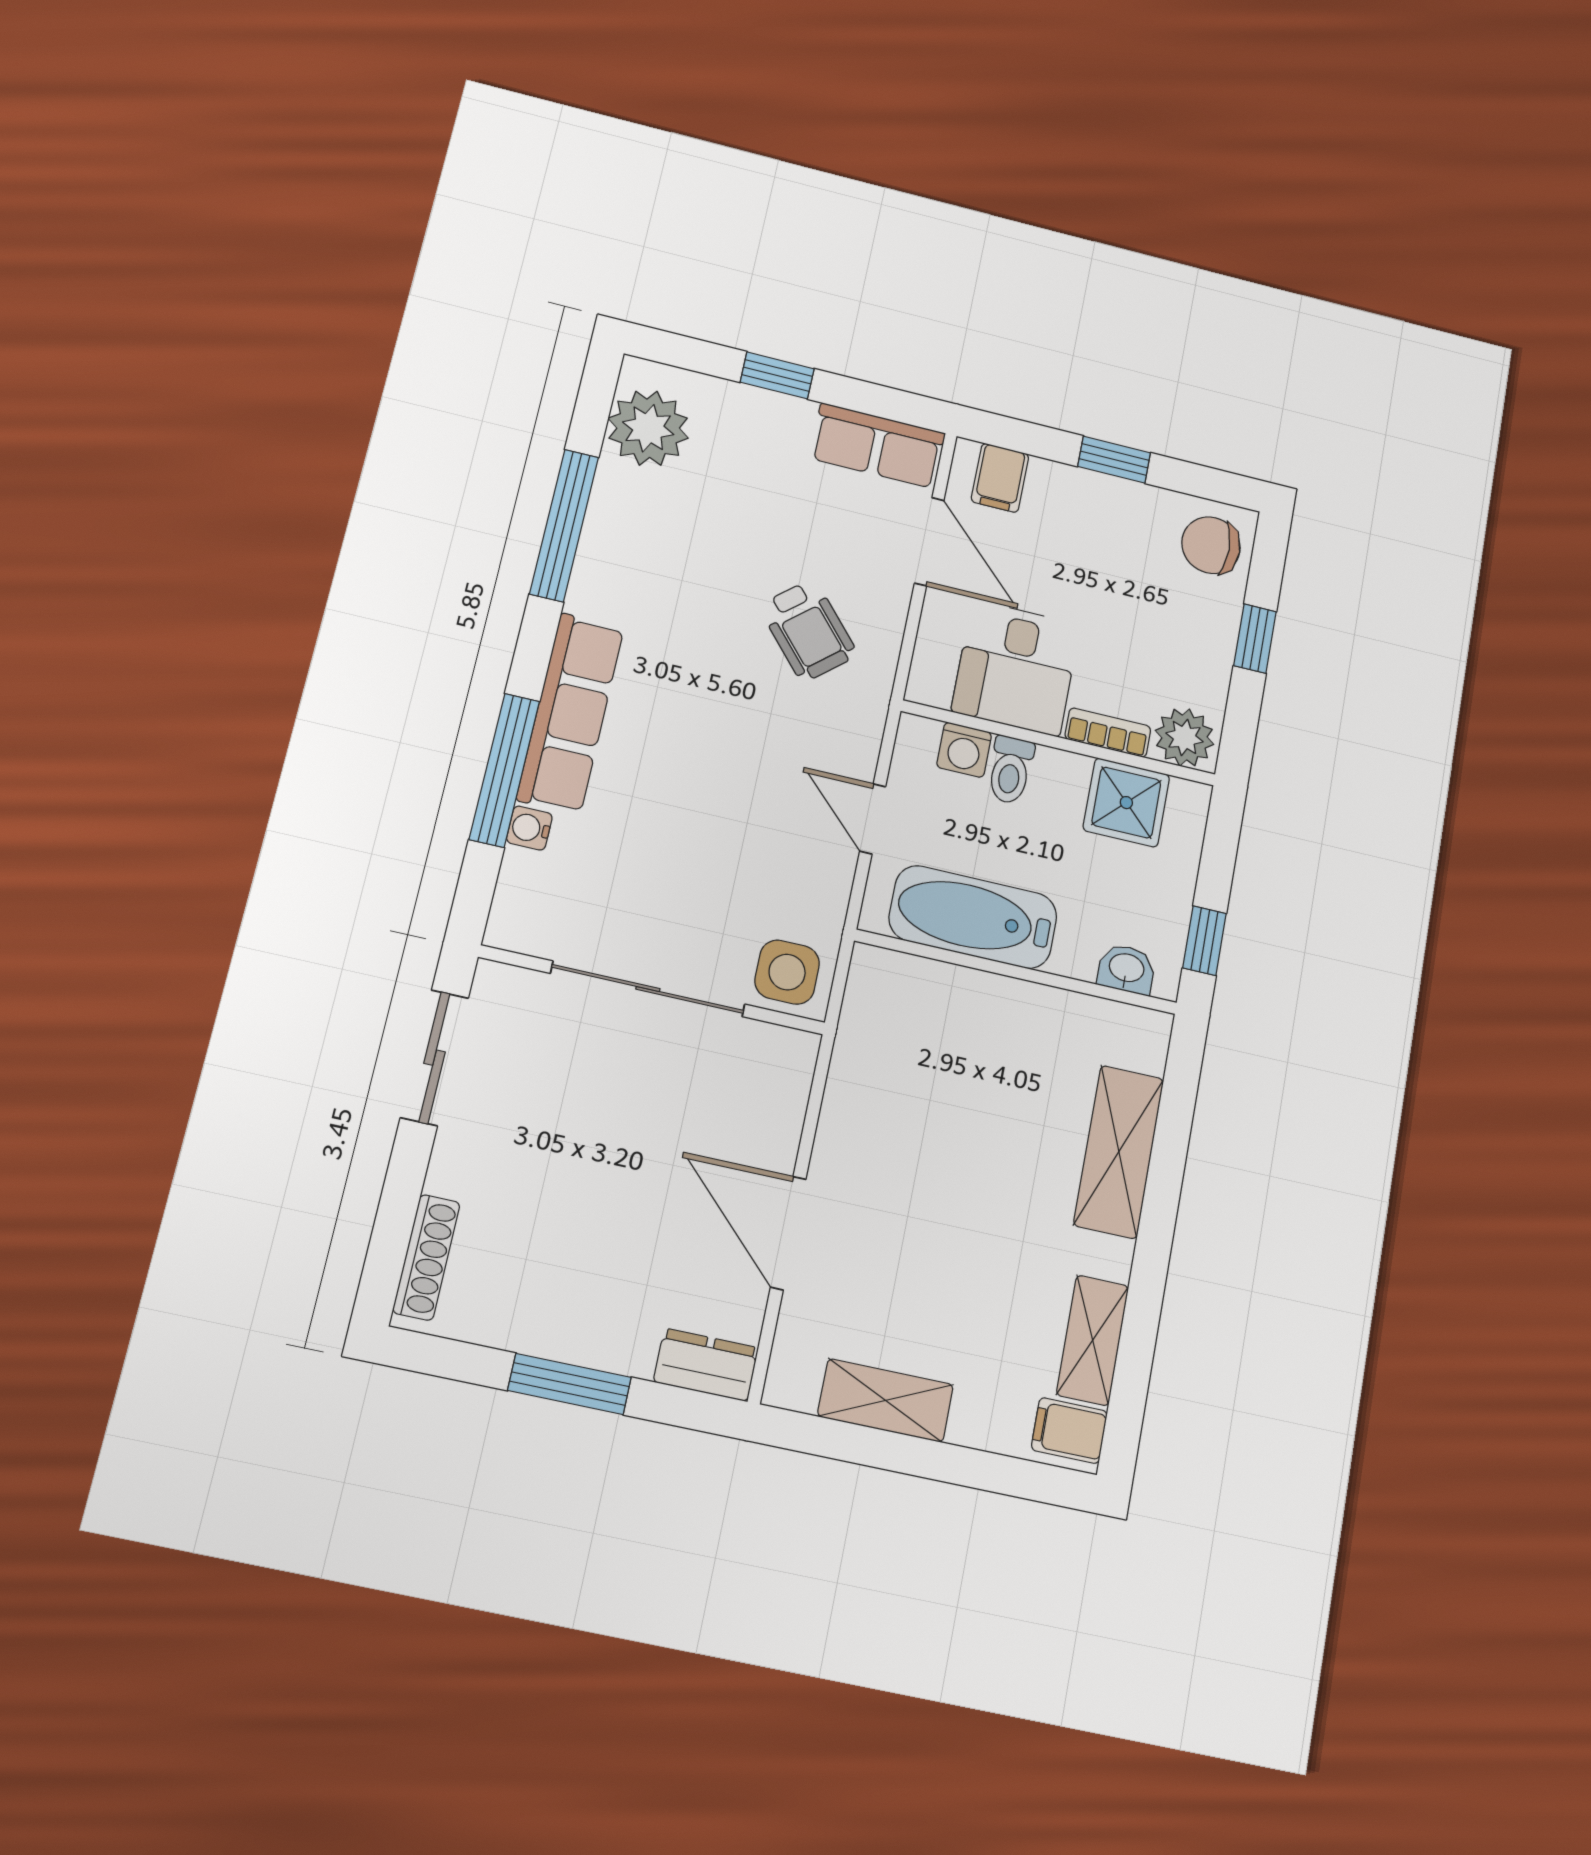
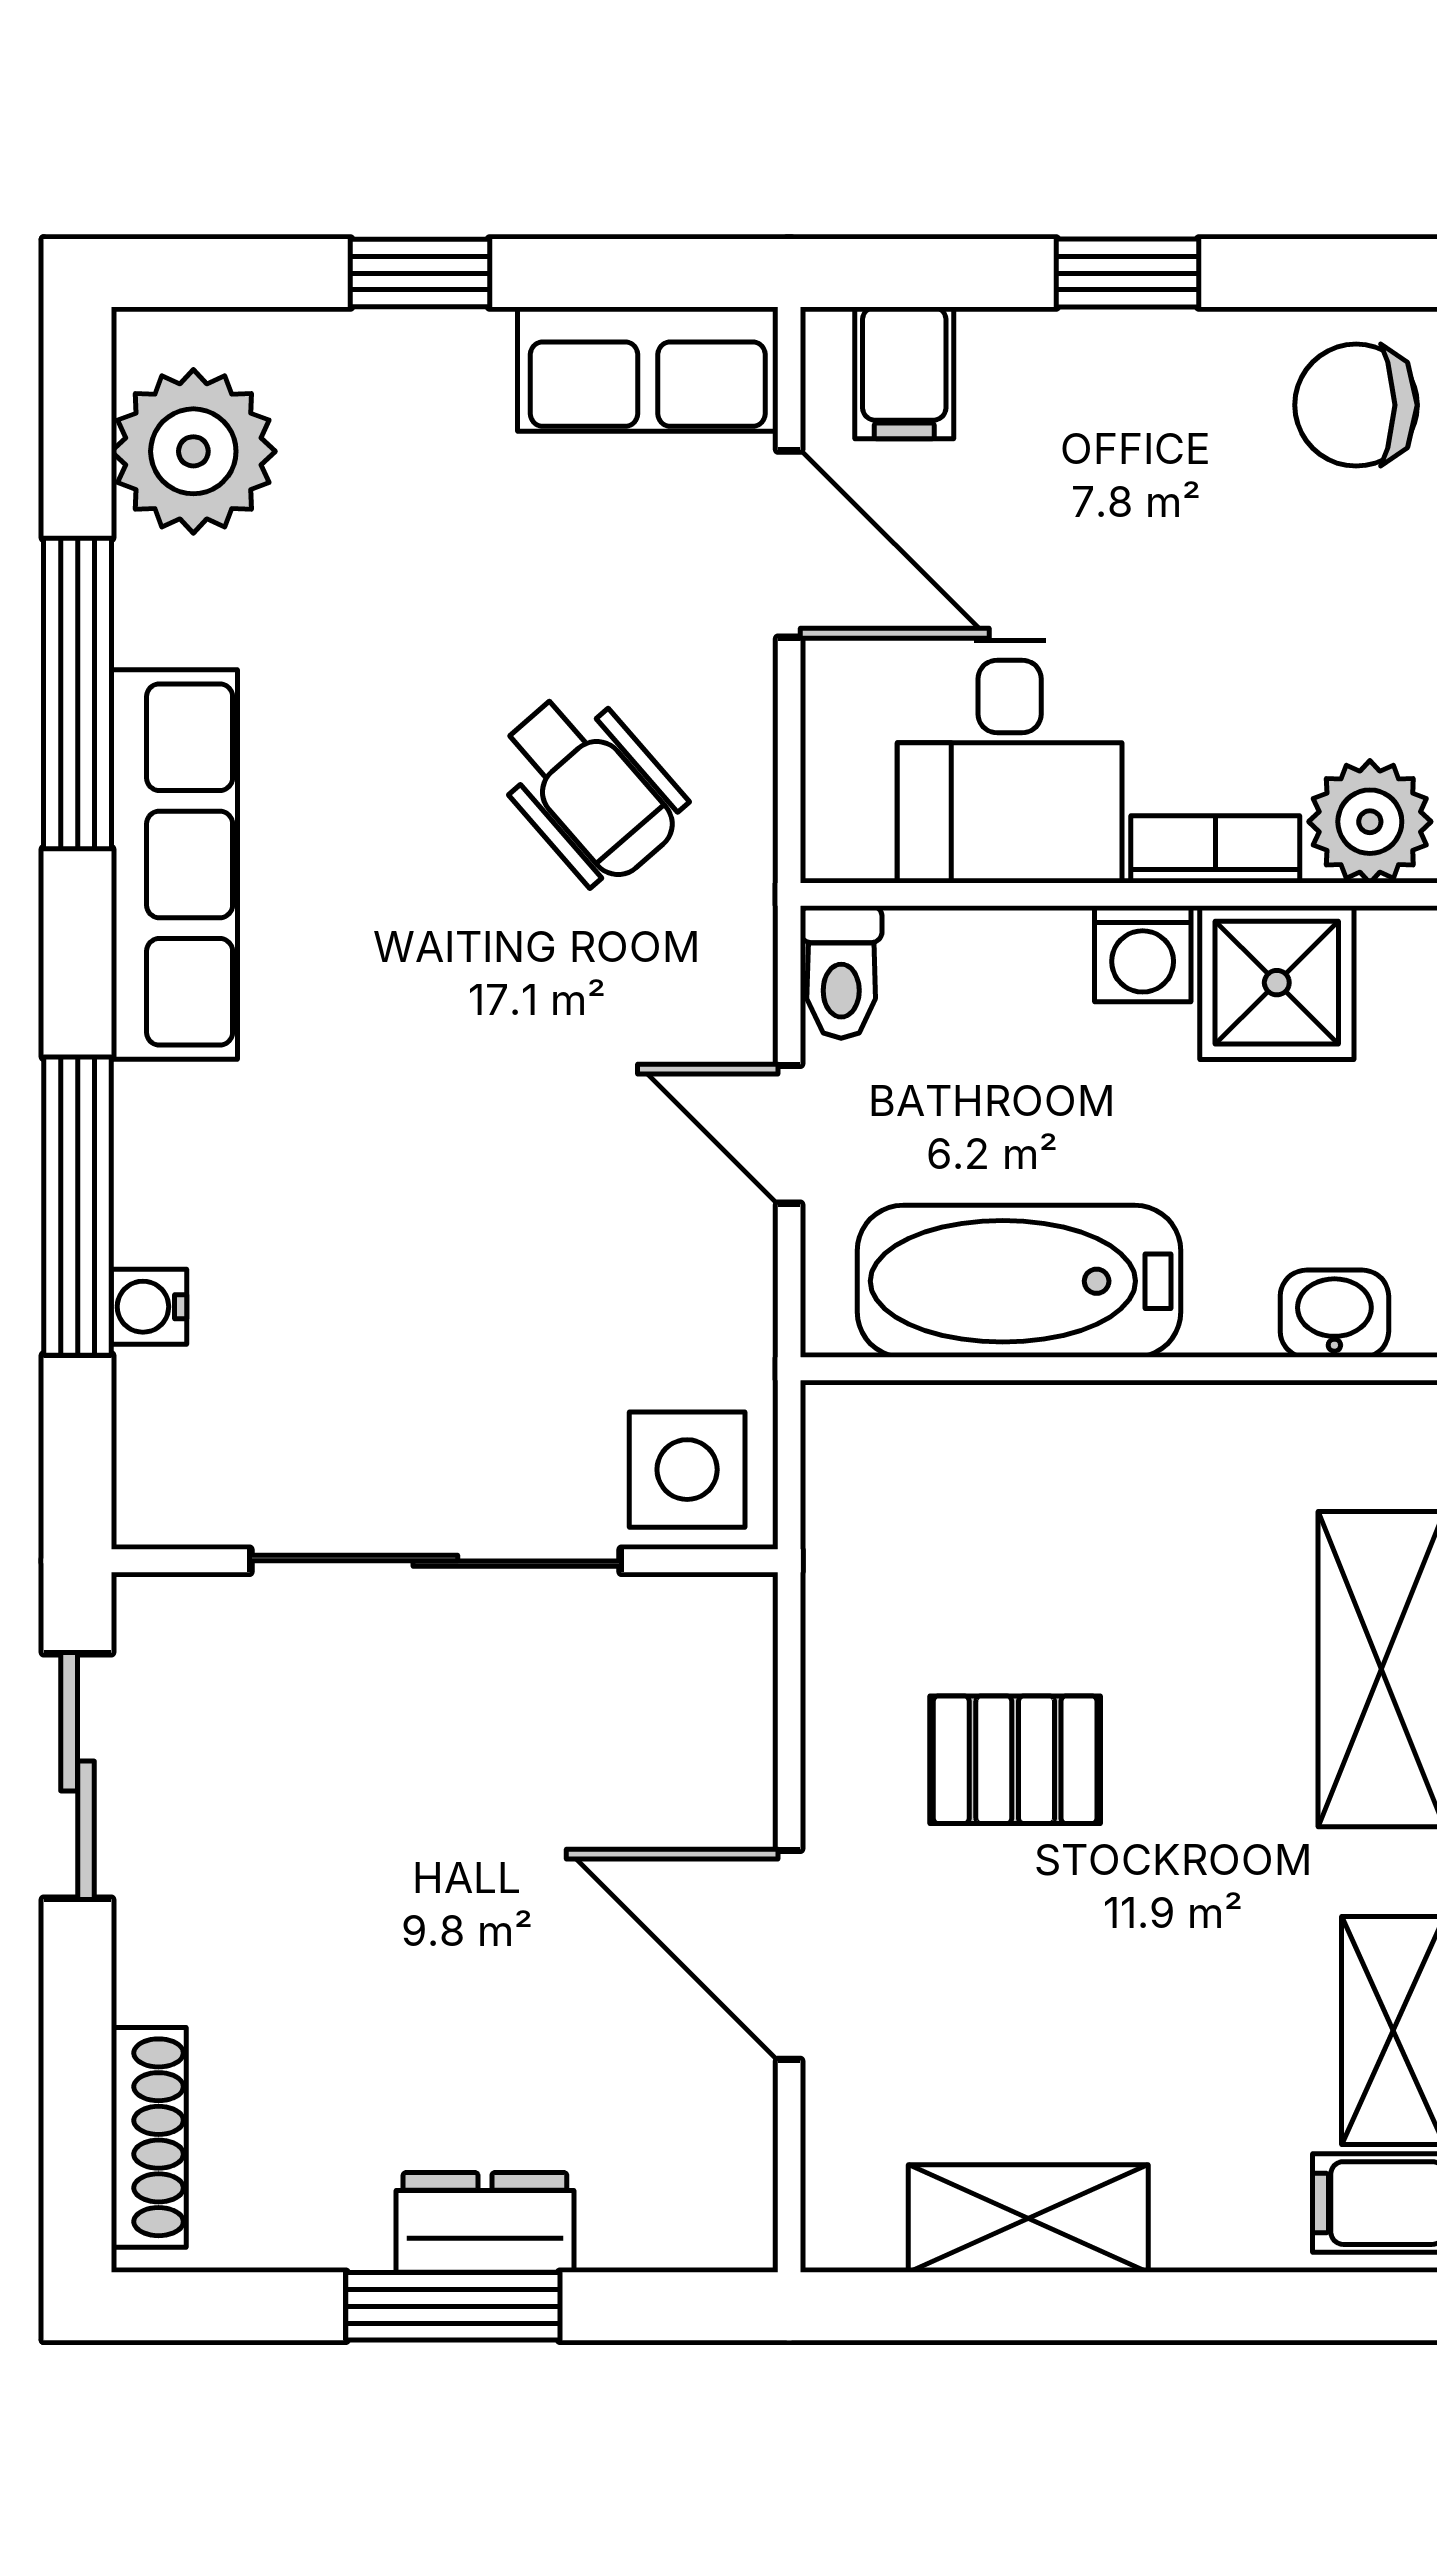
row of seats: (571, 713) -> (174, 864), moved
washing machine: (964, 750) -> (1143, 954), moved
toilet: (1010, 770) -> (841, 972), moved
pallet: (925, 1157) -> (1015, 1760), added
dresser: (706, 1365) -> (485, 2222), moved

